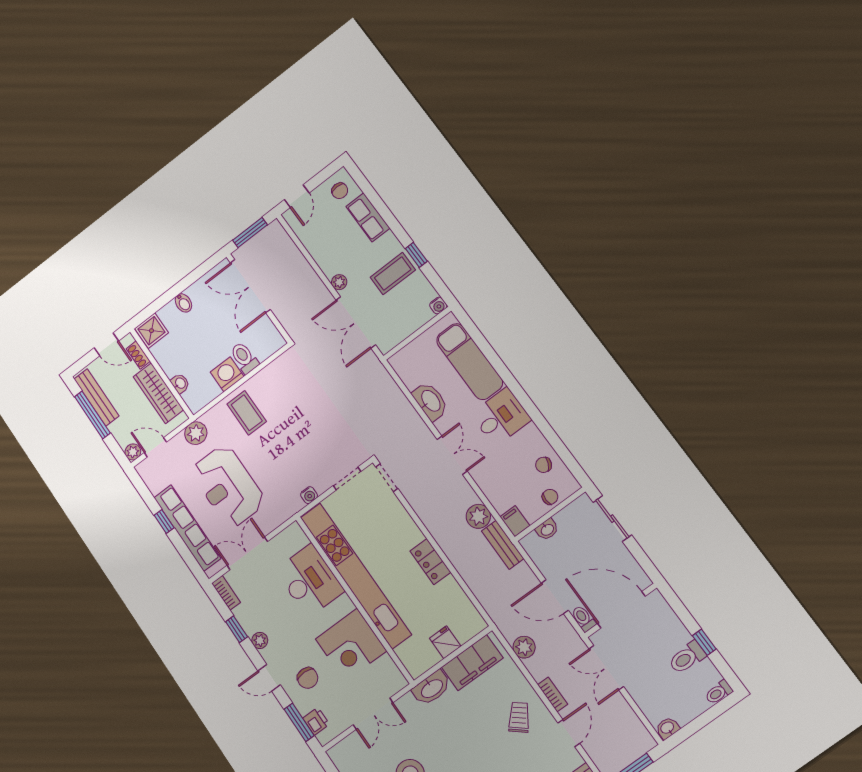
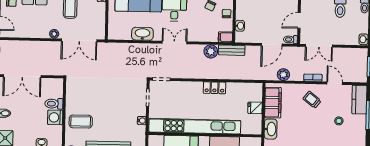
door: (621, 610) -> (299, 20), width x0.53

